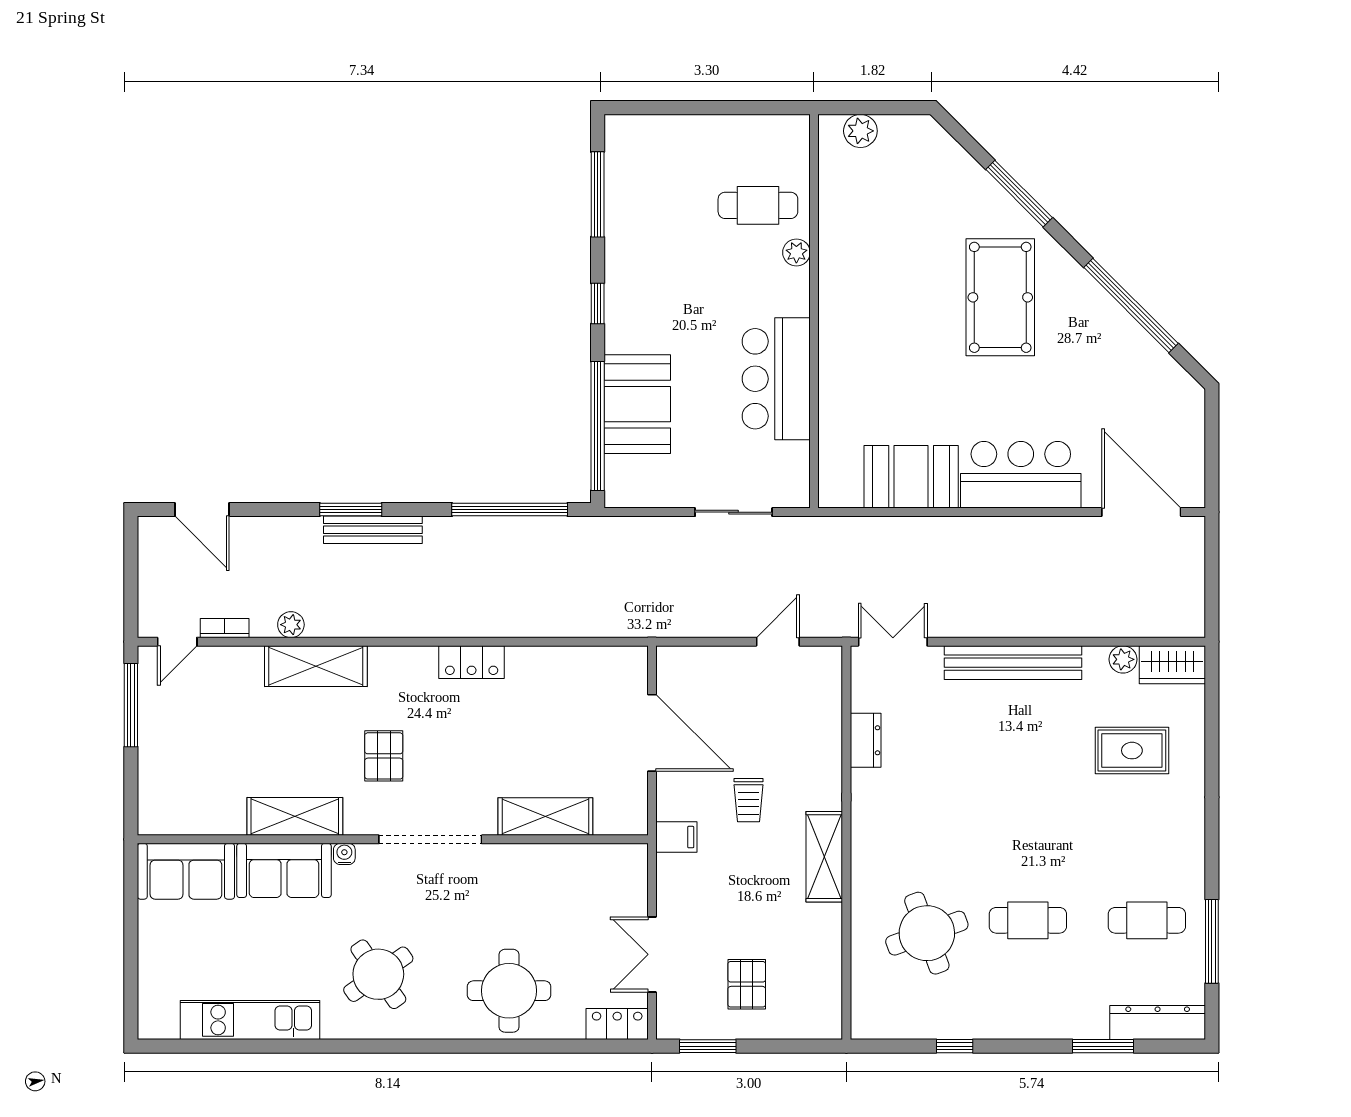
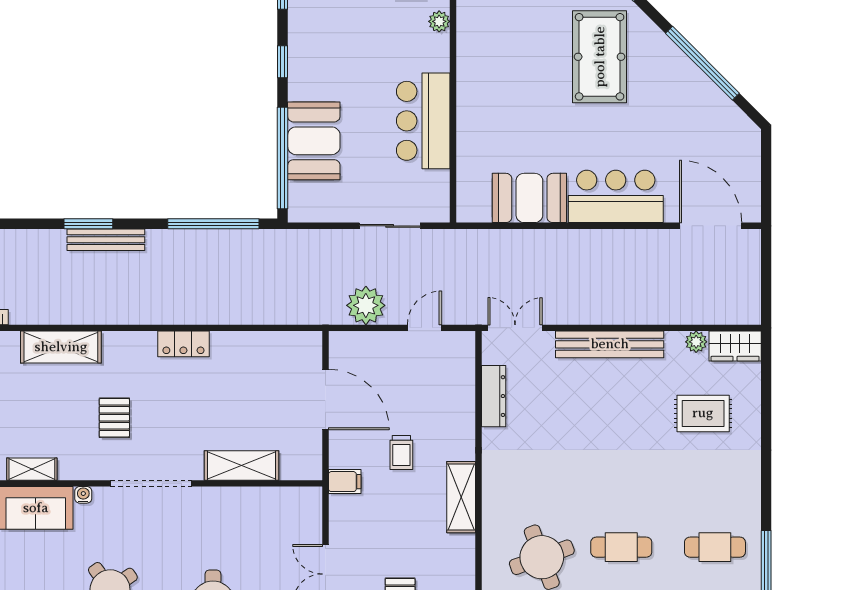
plant: (291, 625) -> (366, 305), moved, width x1.88, depth x1.88
dresser: (866, 740) -> (494, 396), width x1.44
shelving: (295, 816) -> (32, 469), width x0.67, depth x0.75

